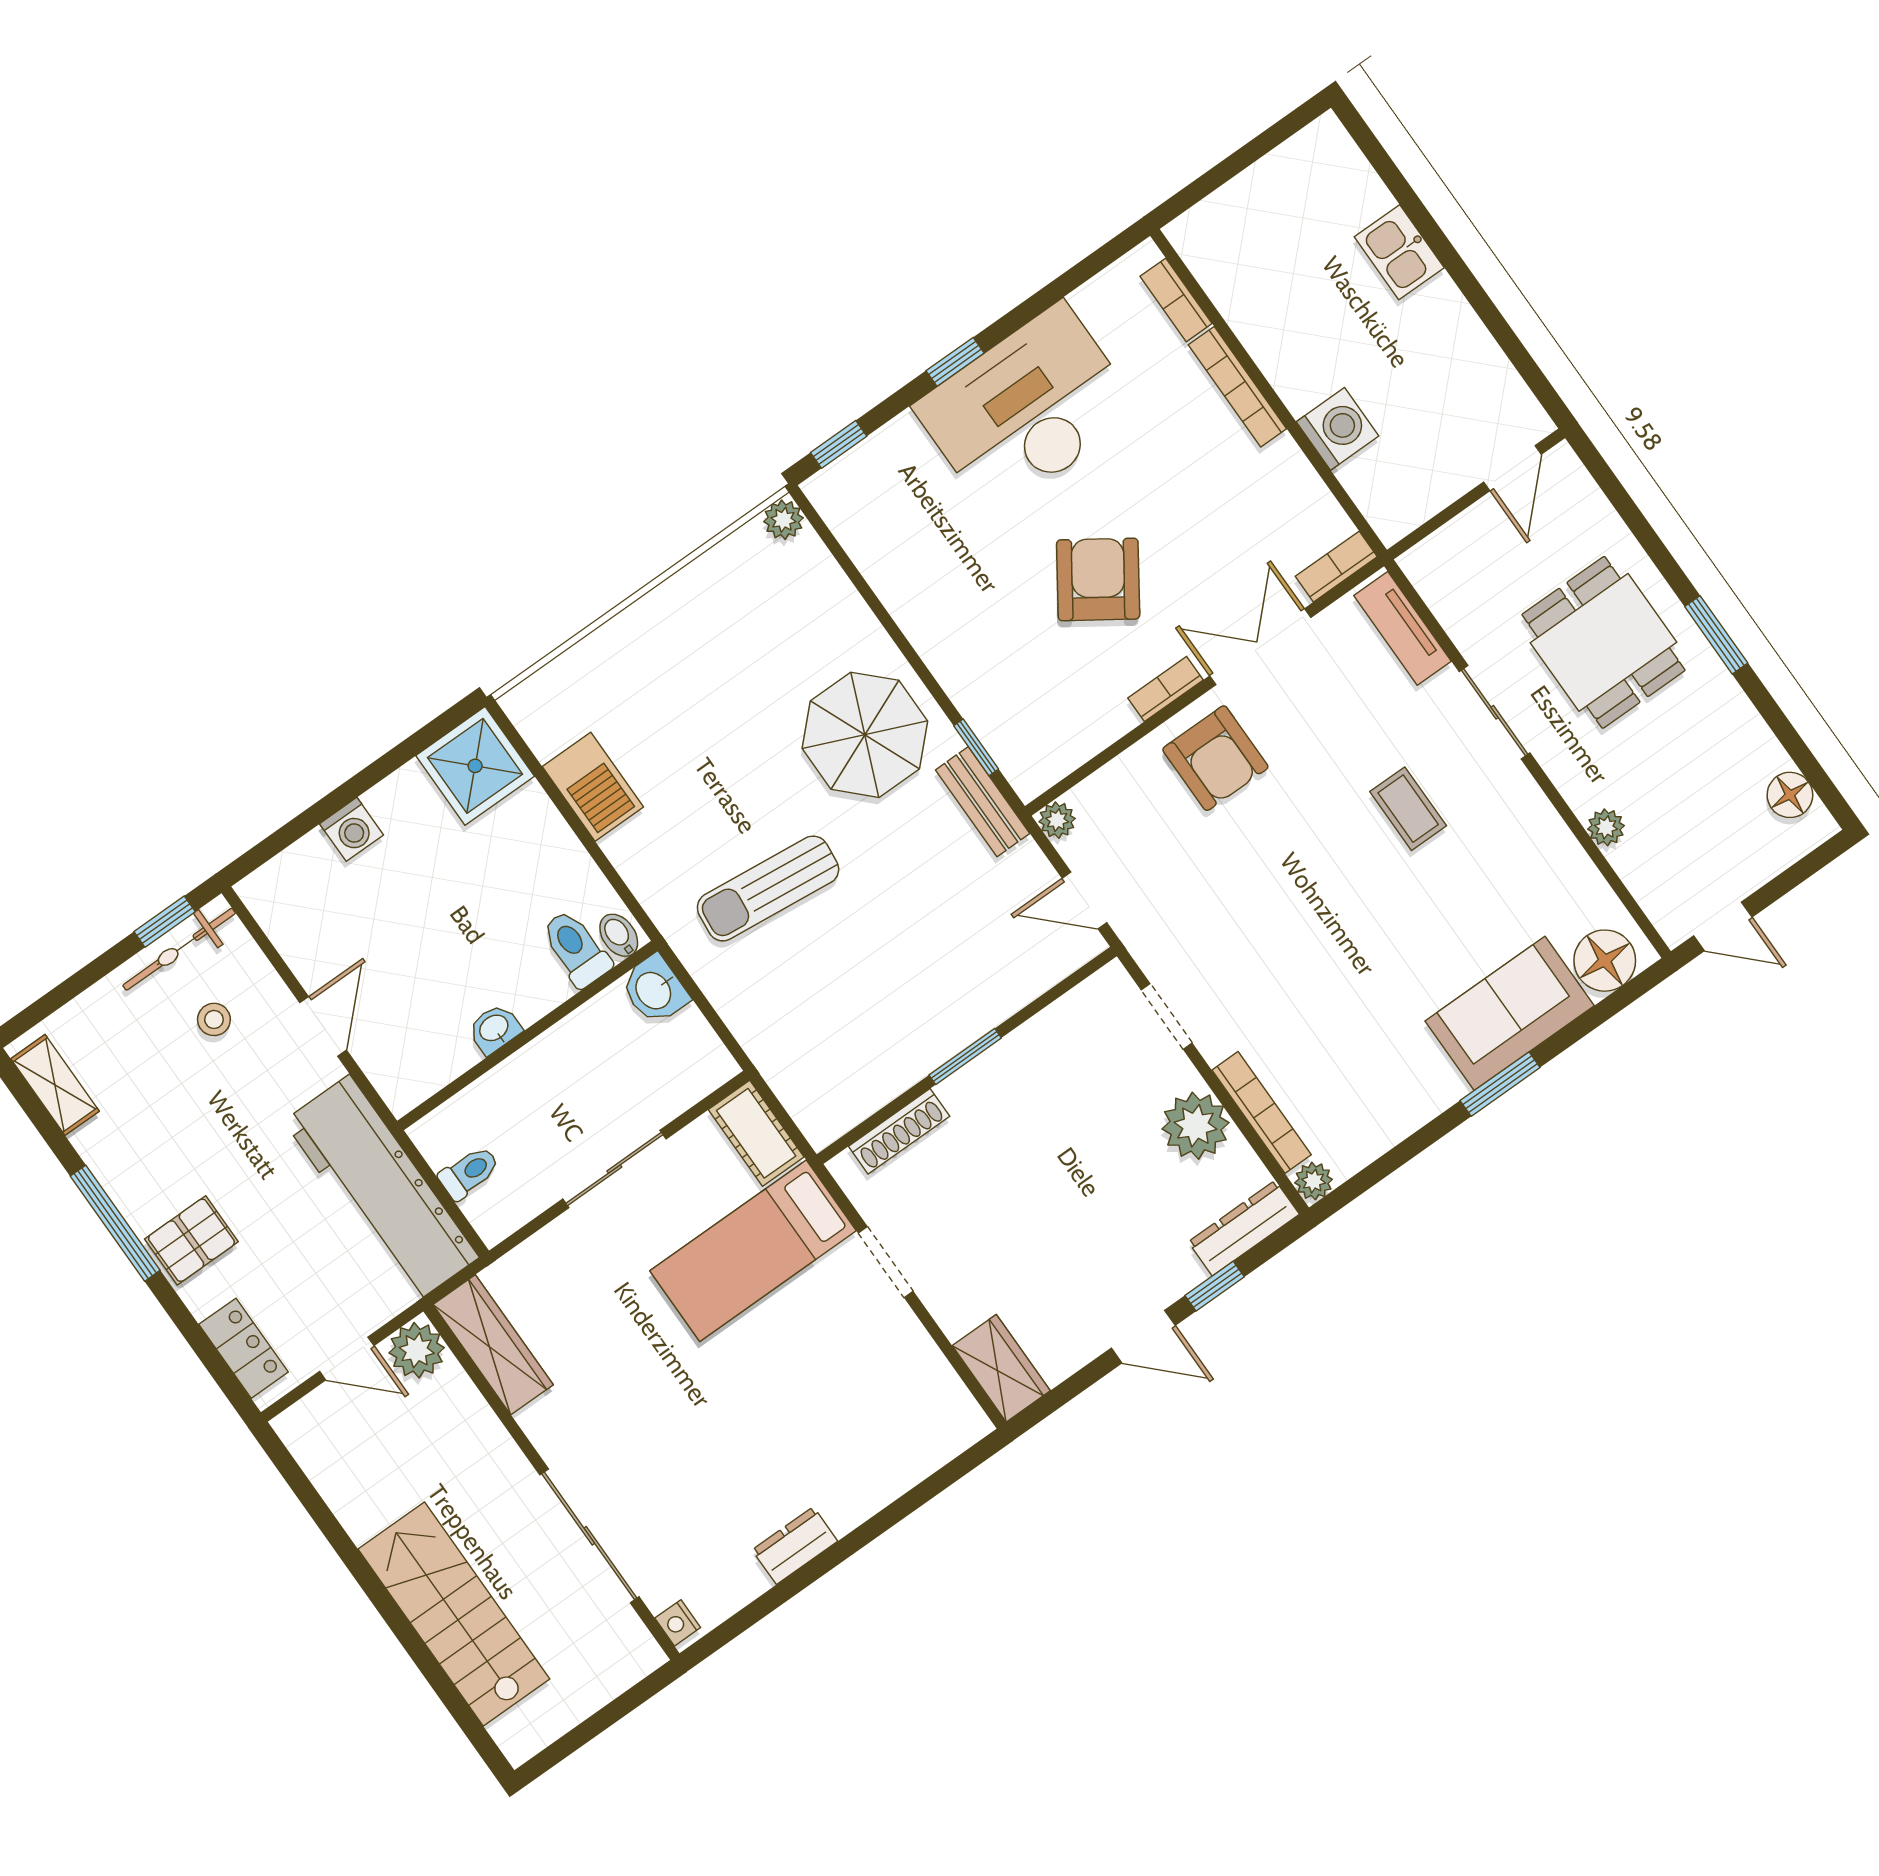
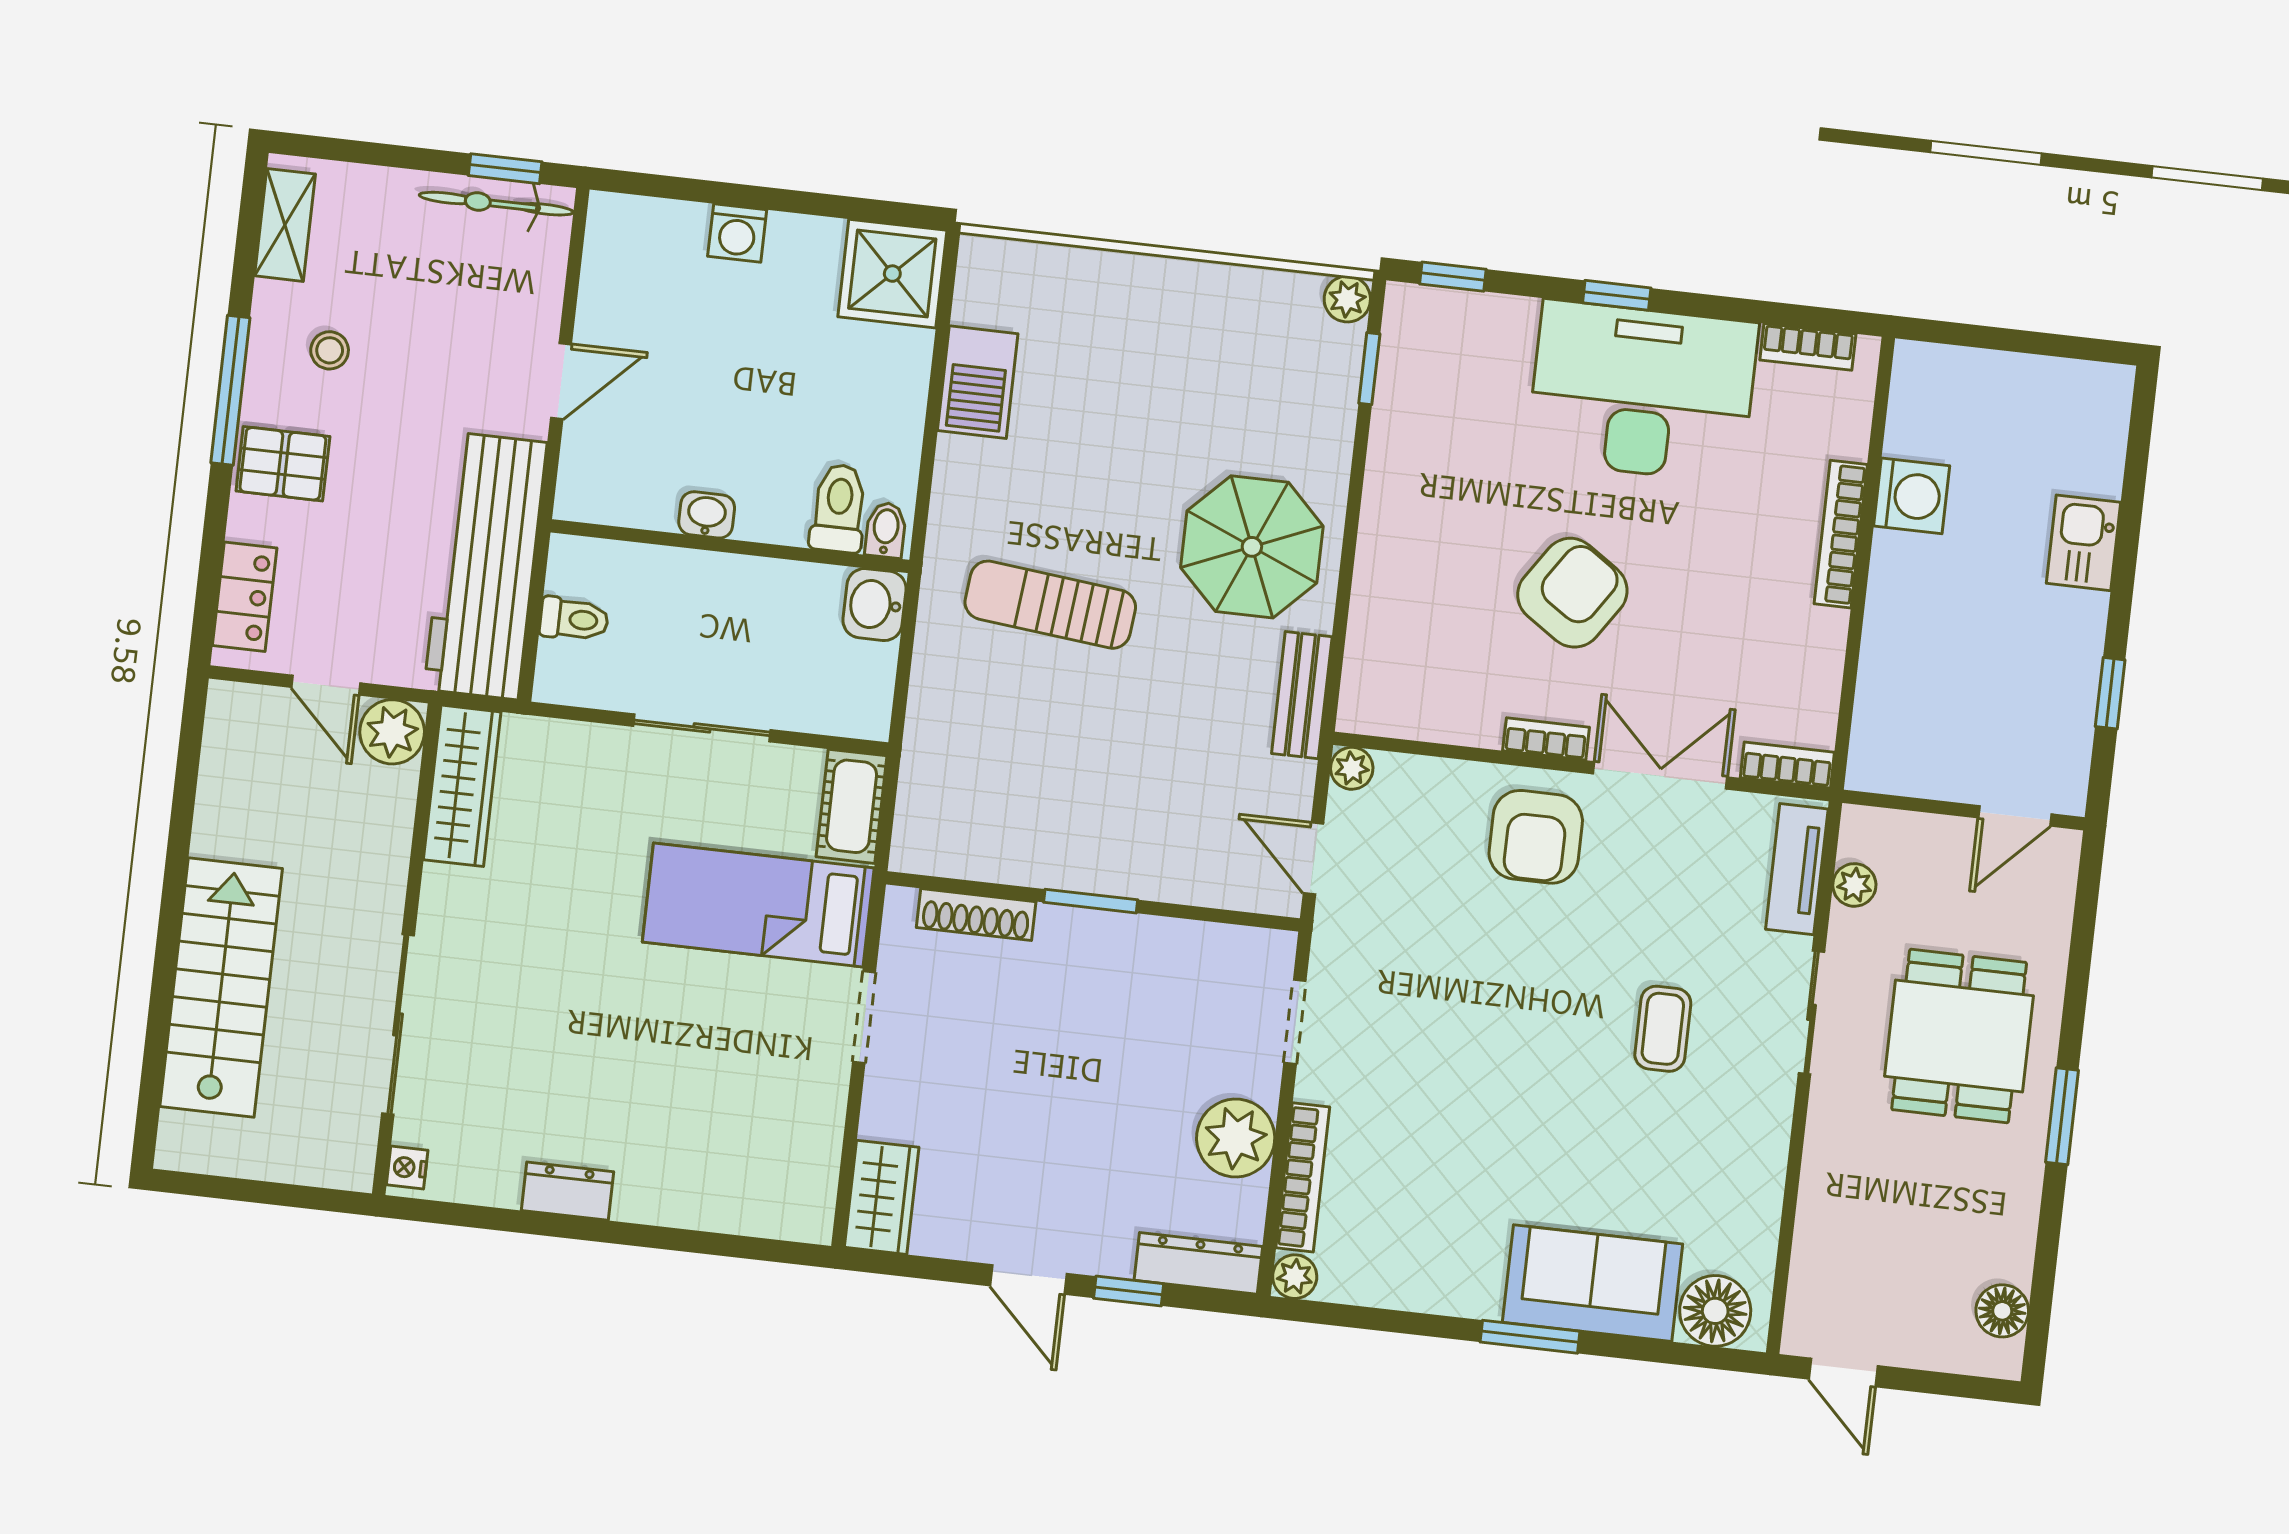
bookcase: (1176, 300) -> (1808, 347), moved, turned -90
window: (1503, 334) -> (2110, 693), added
washing machine: (1338, 429) -> (1912, 496), moved
window: (976, 747) -> (1369, 369), moved
plant: (1606, 827) -> (1854, 885), moved
stool: (214, 1019) -> (330, 350), moved

